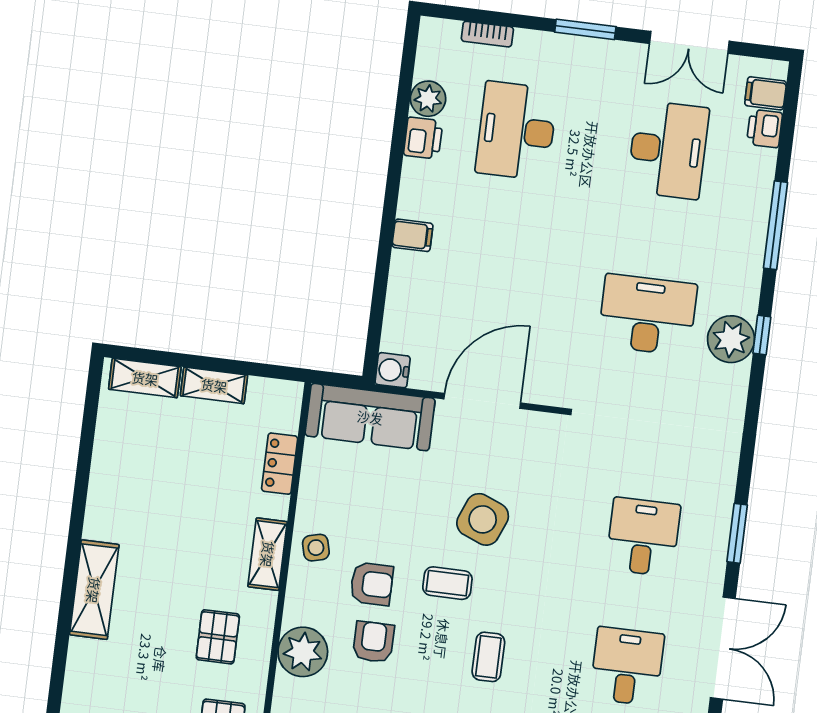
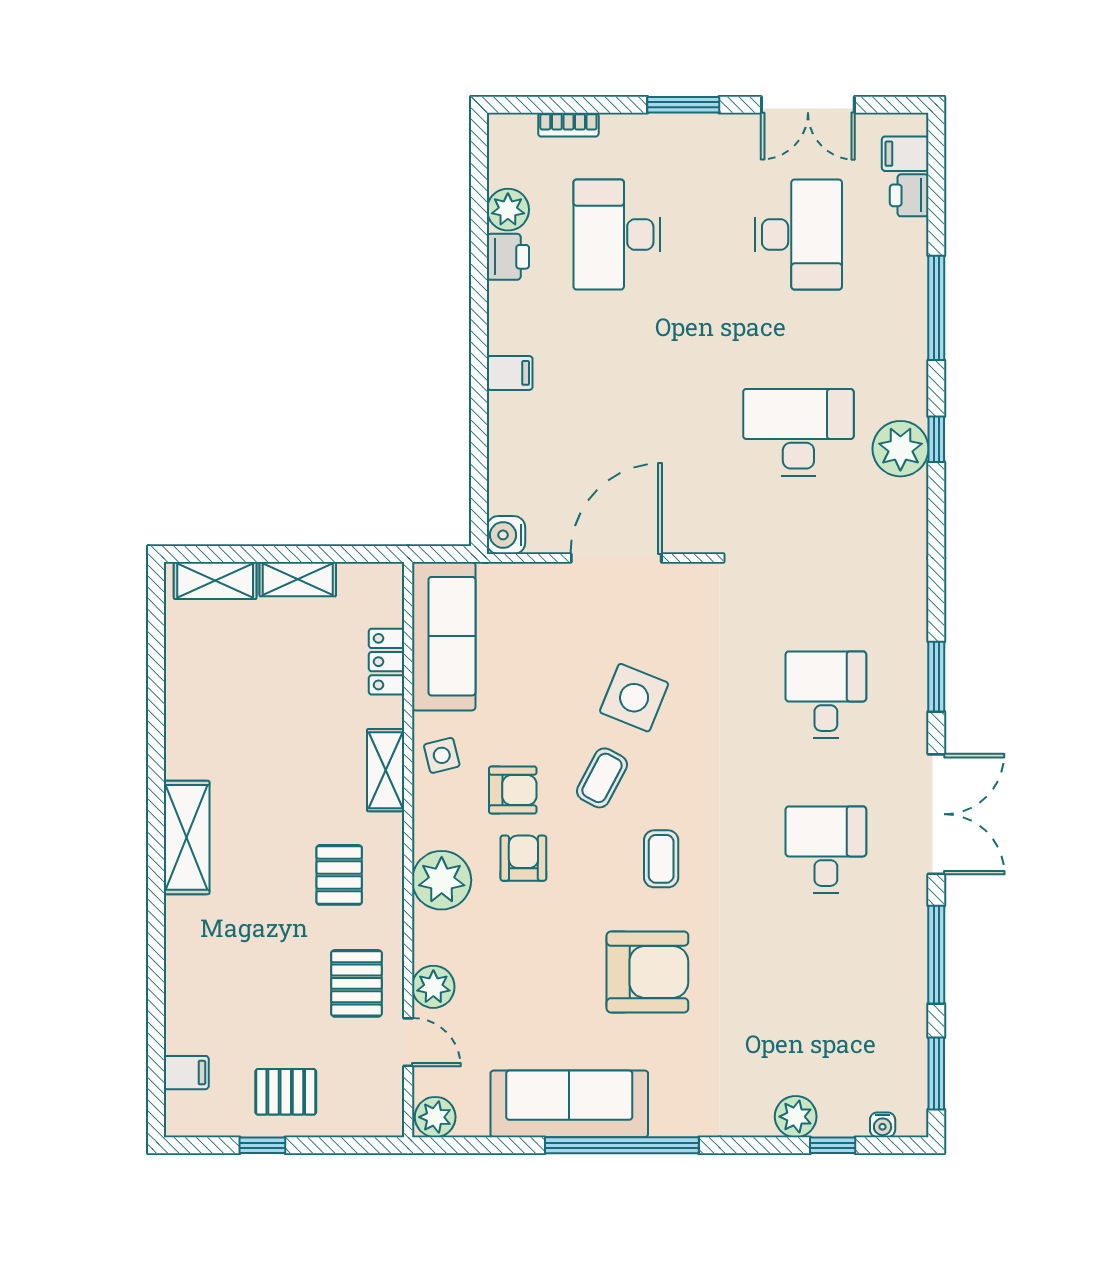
sofa: (370, 417) -> (444, 636), moved, turned -90
coffee table: (447, 583) -> (602, 778), turned -62

